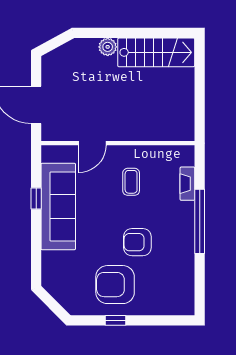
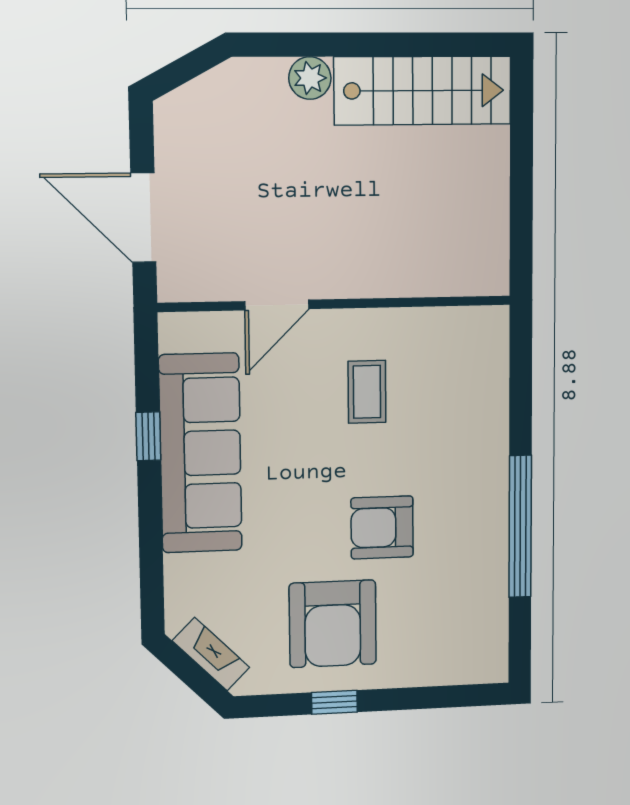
fireplace: (187, 184) -> (211, 654), moved, turned 135
window: (200, 221) -> (520, 526), moved
armchair: (115, 285) -> (333, 624), turned -90

